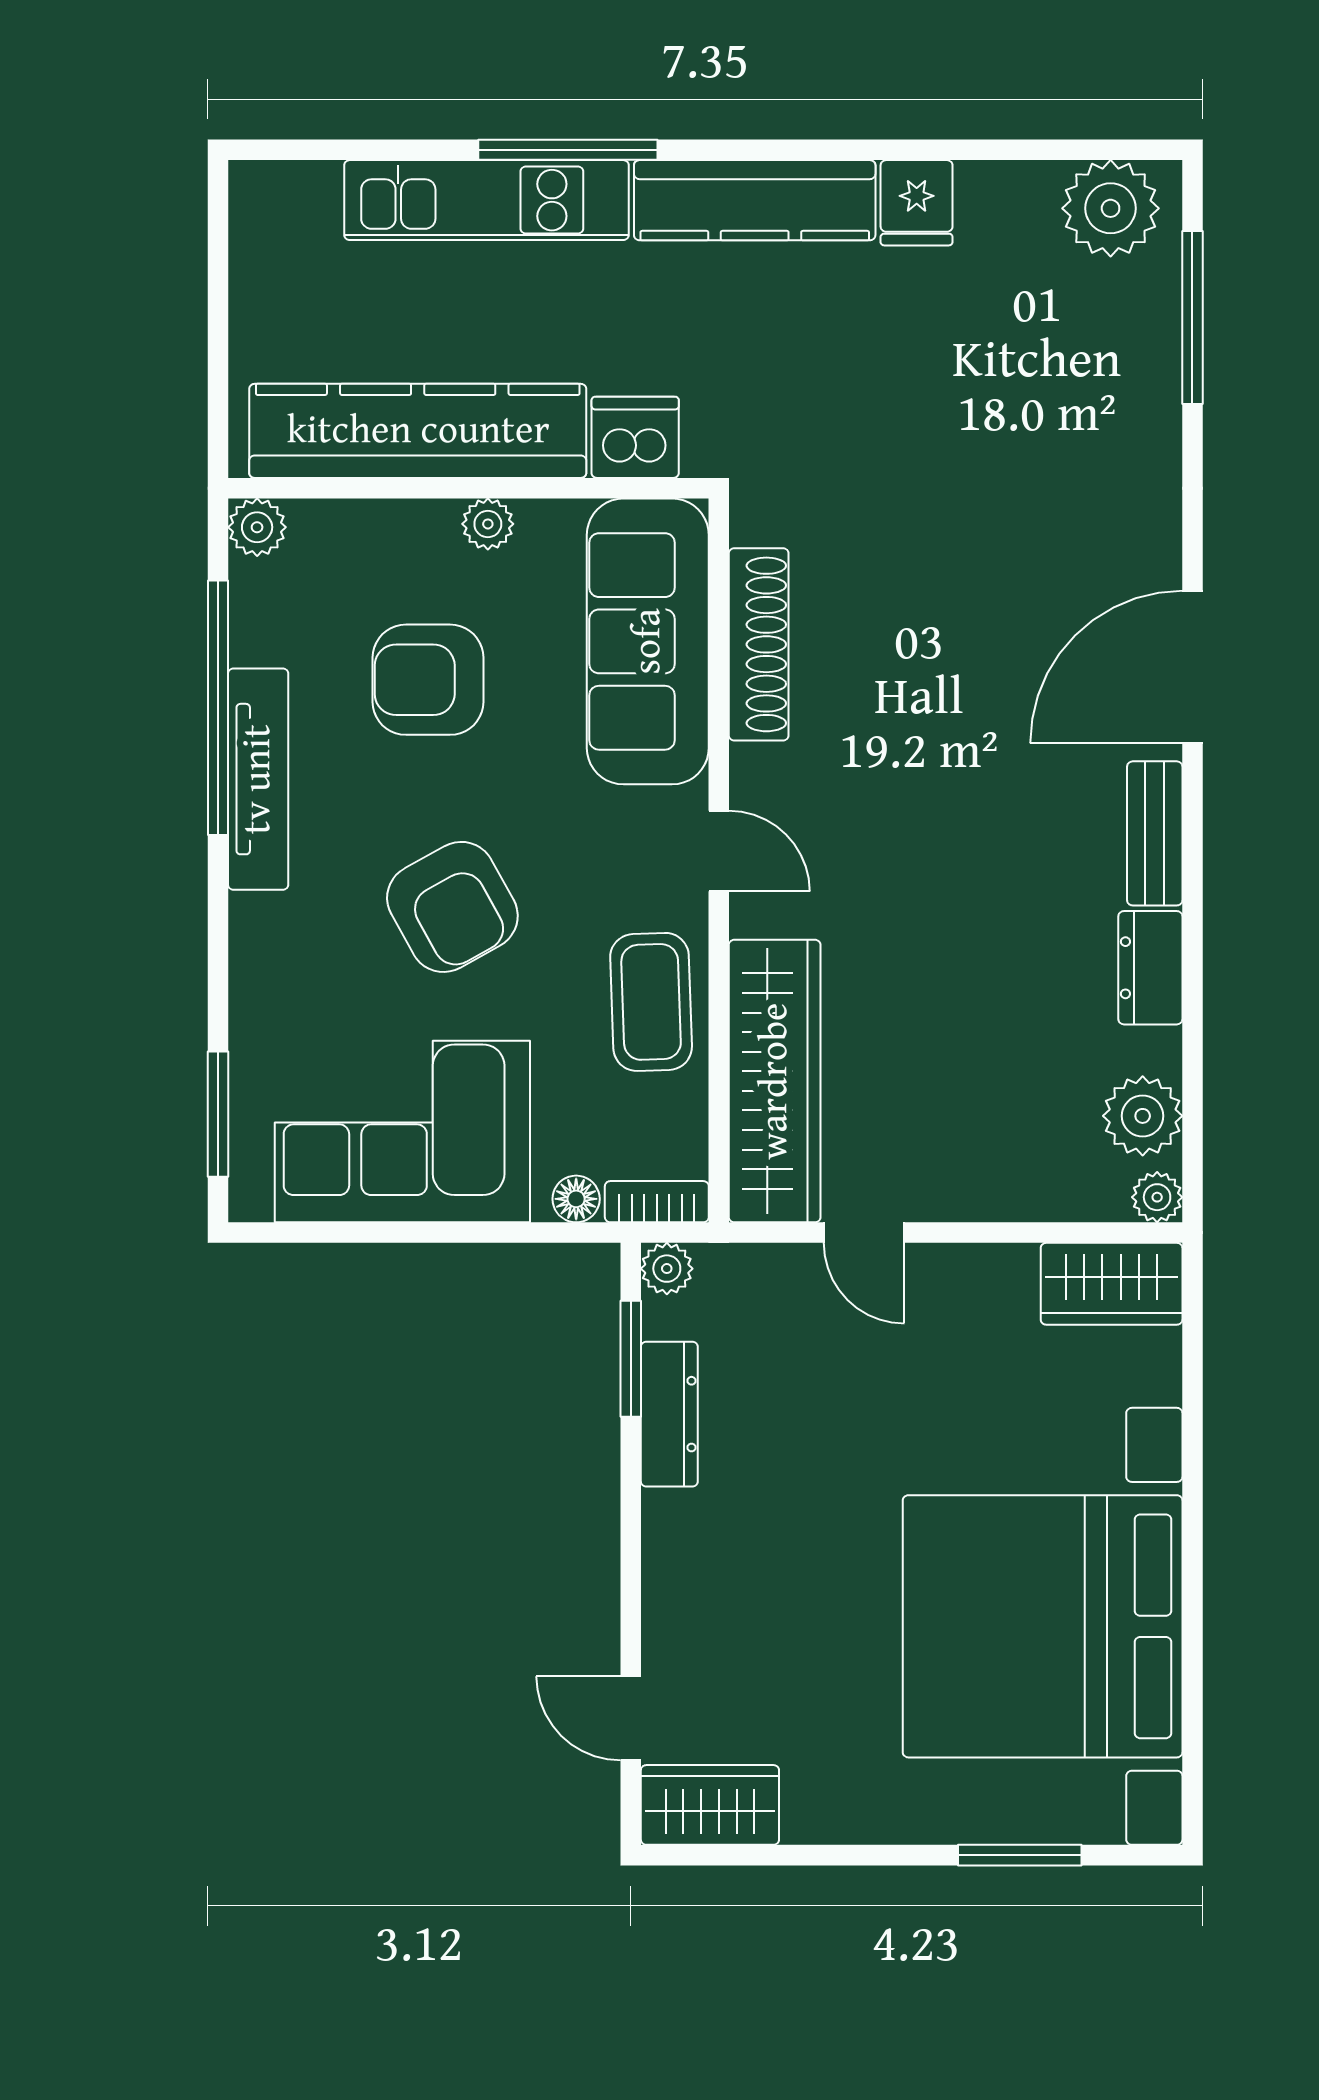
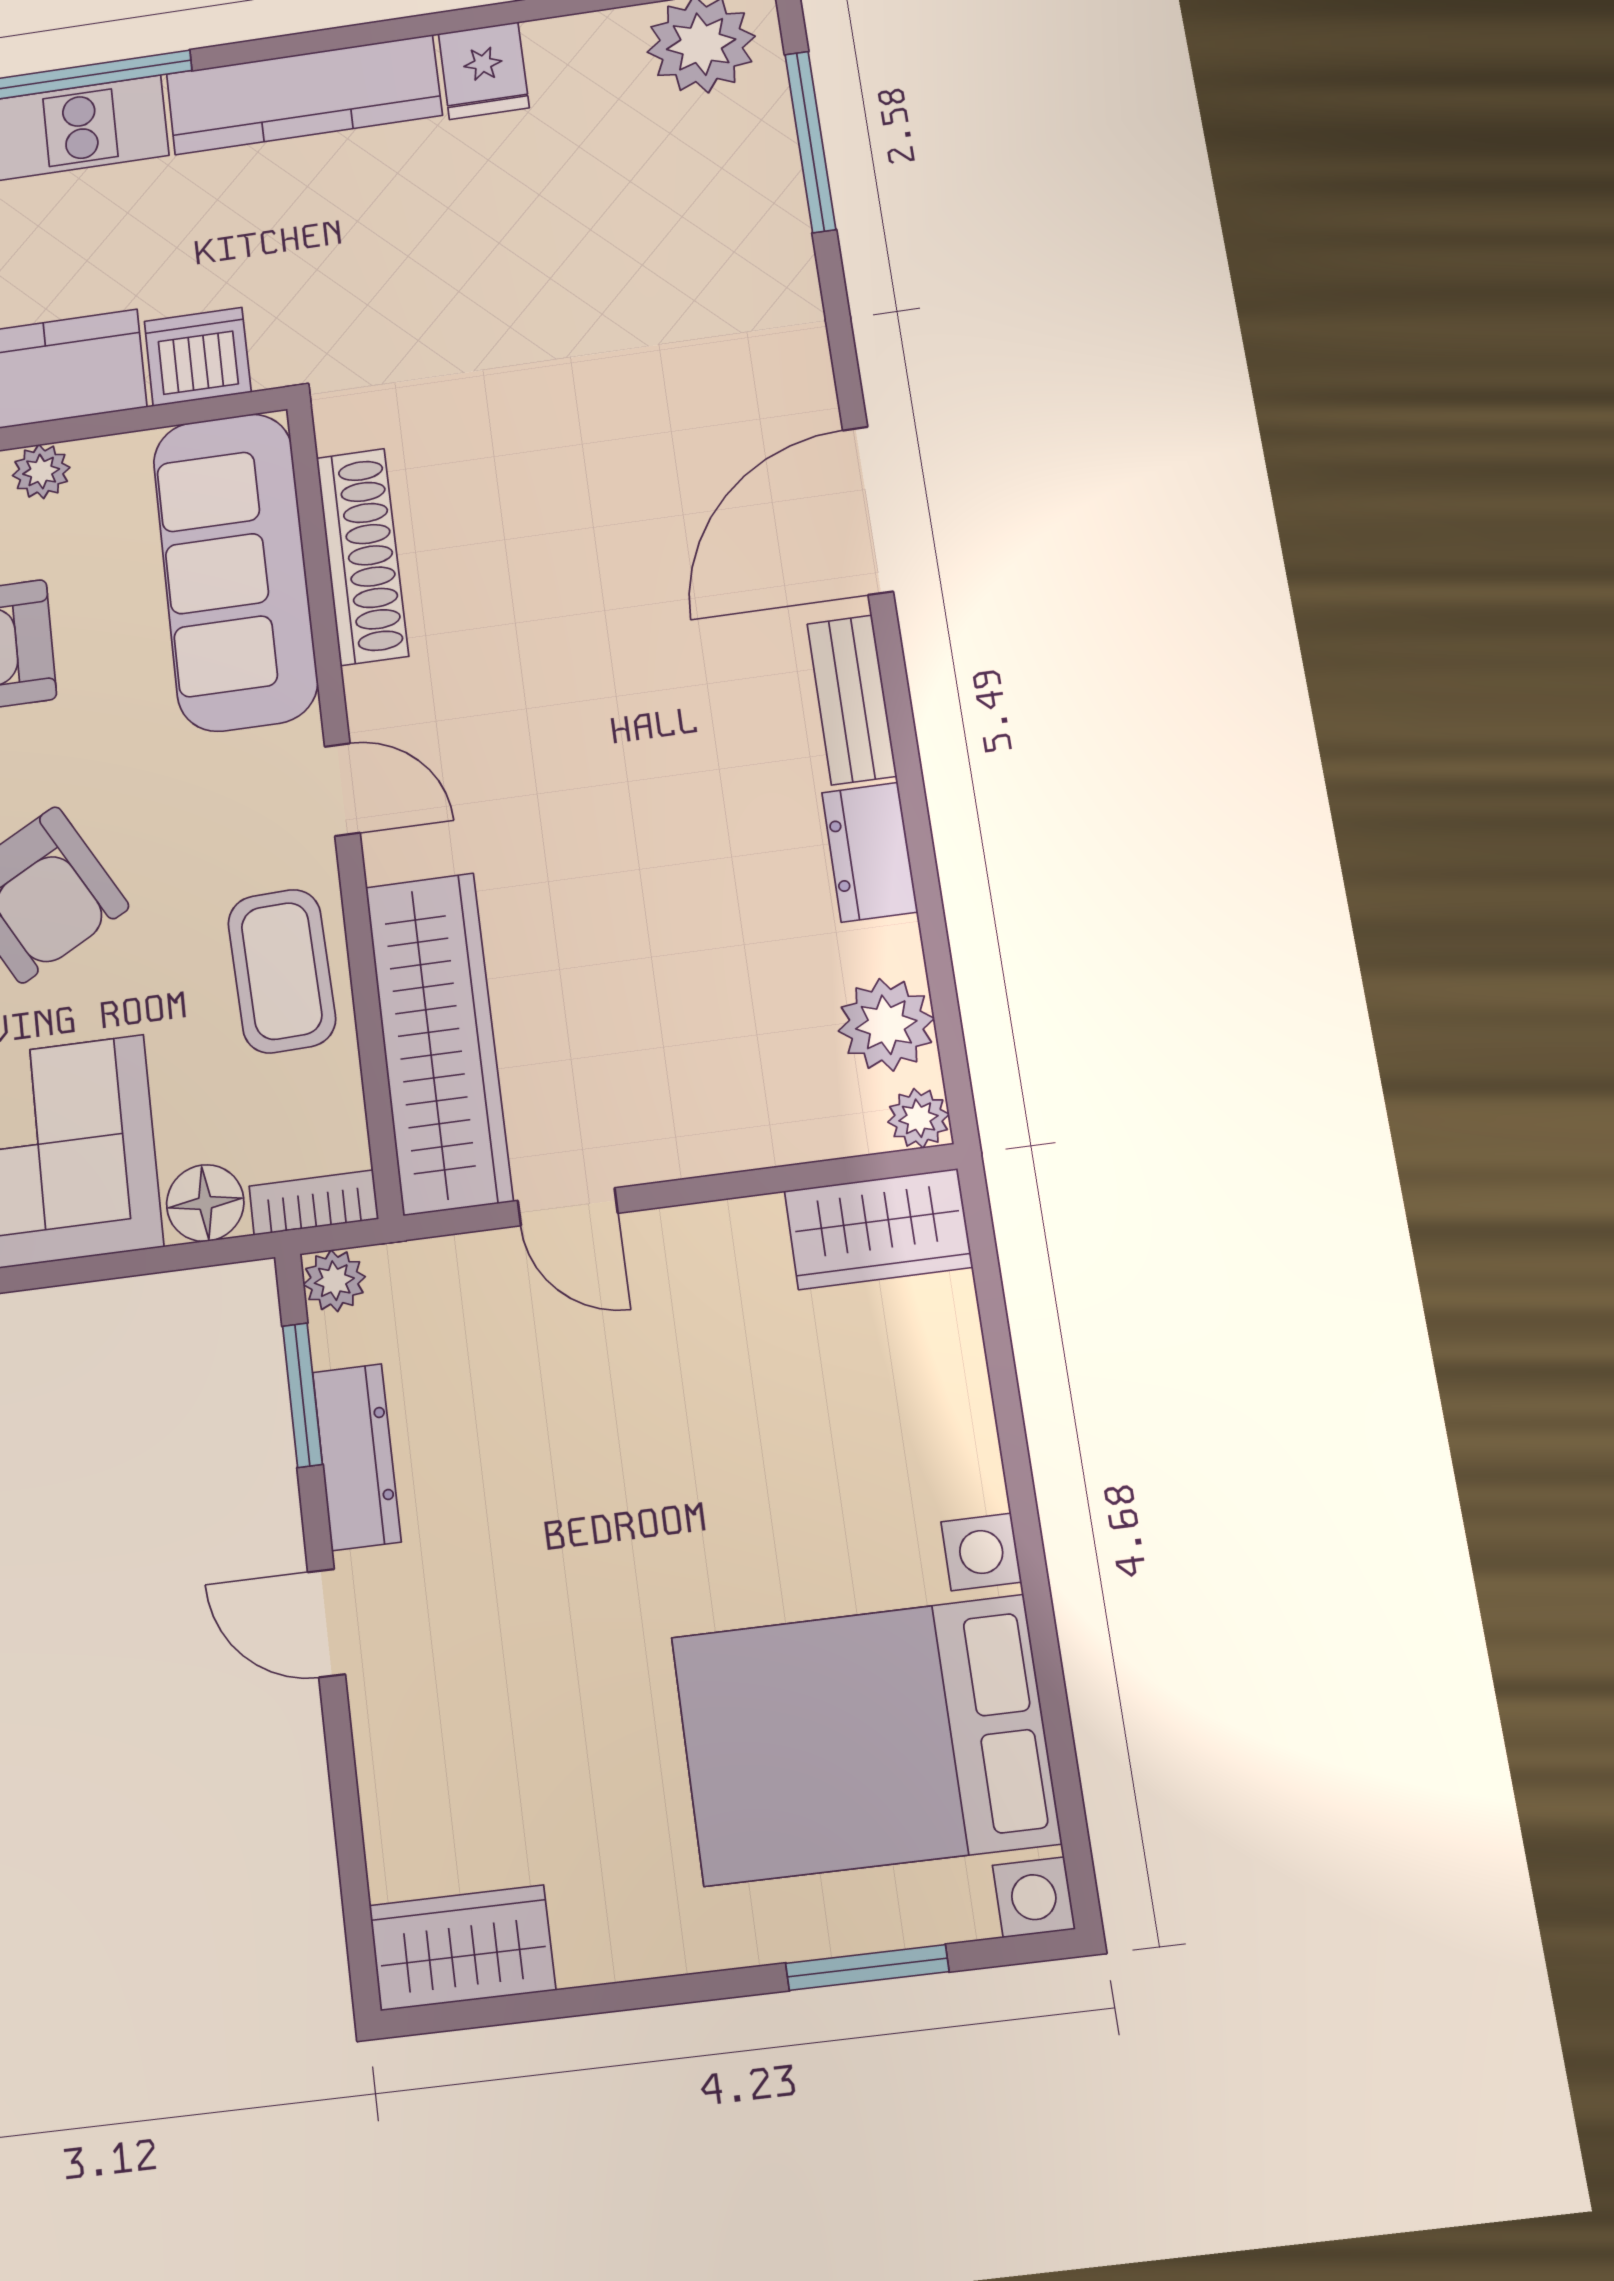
floor lamp: (576, 1199) -> (205, 1203), width x1.37, depth x1.37
bed with nightstands: (1043, 1626) -> (865, 1740), width x0.73
door: (631, 1718) -> (326, 1623), moved

